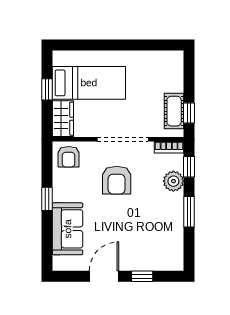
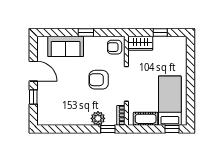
bed: (89, 83) -> (170, 101), moved, turned 180
window: (189, 113) -> (172, 129), moved
window: (189, 212) -> (77, 129), removed

